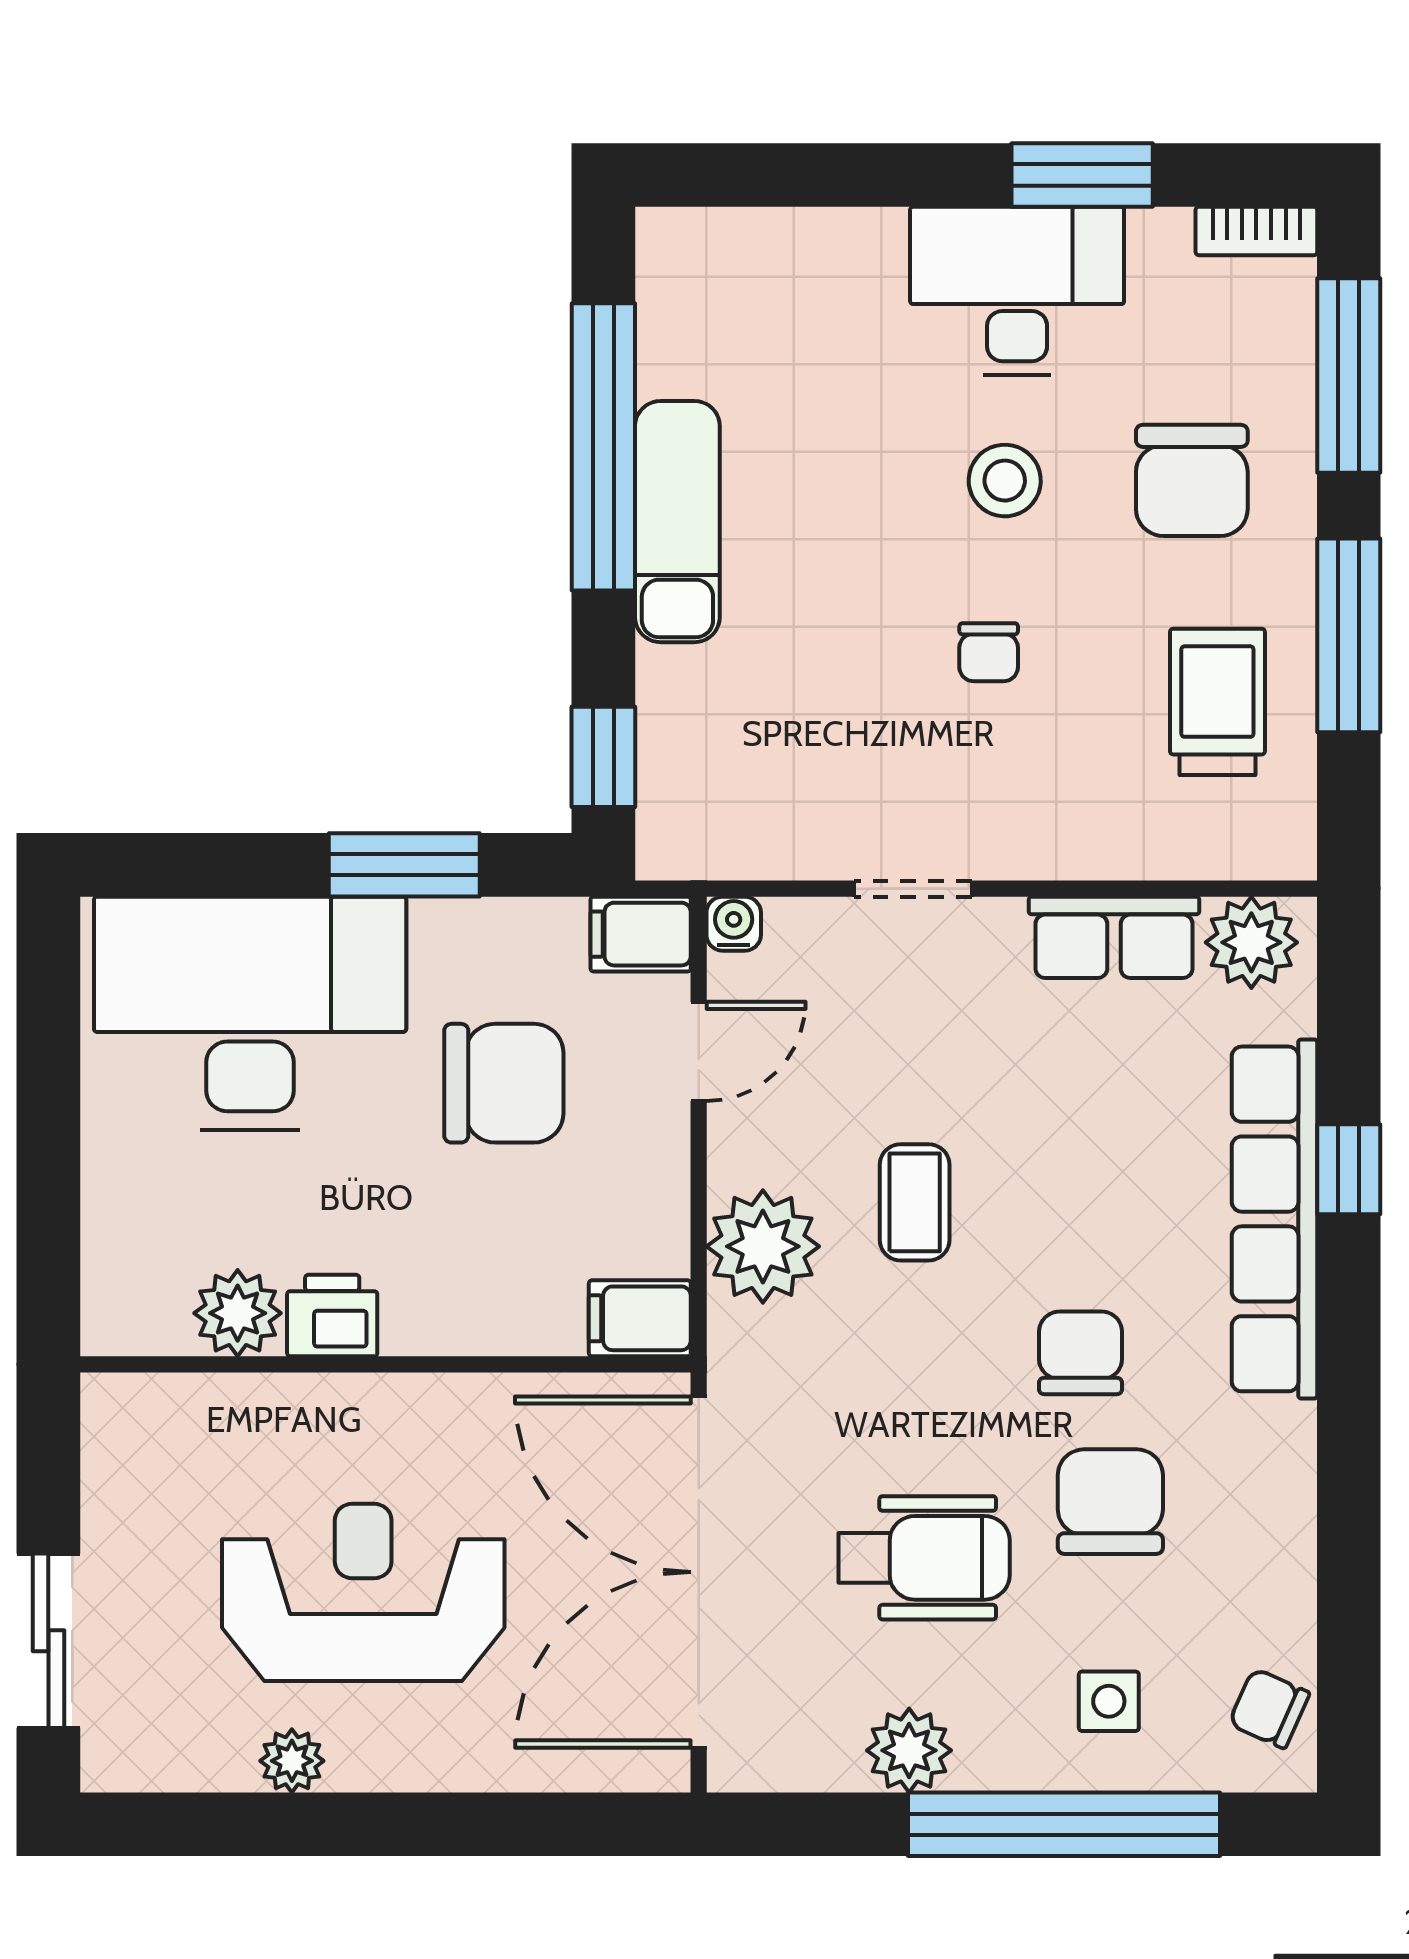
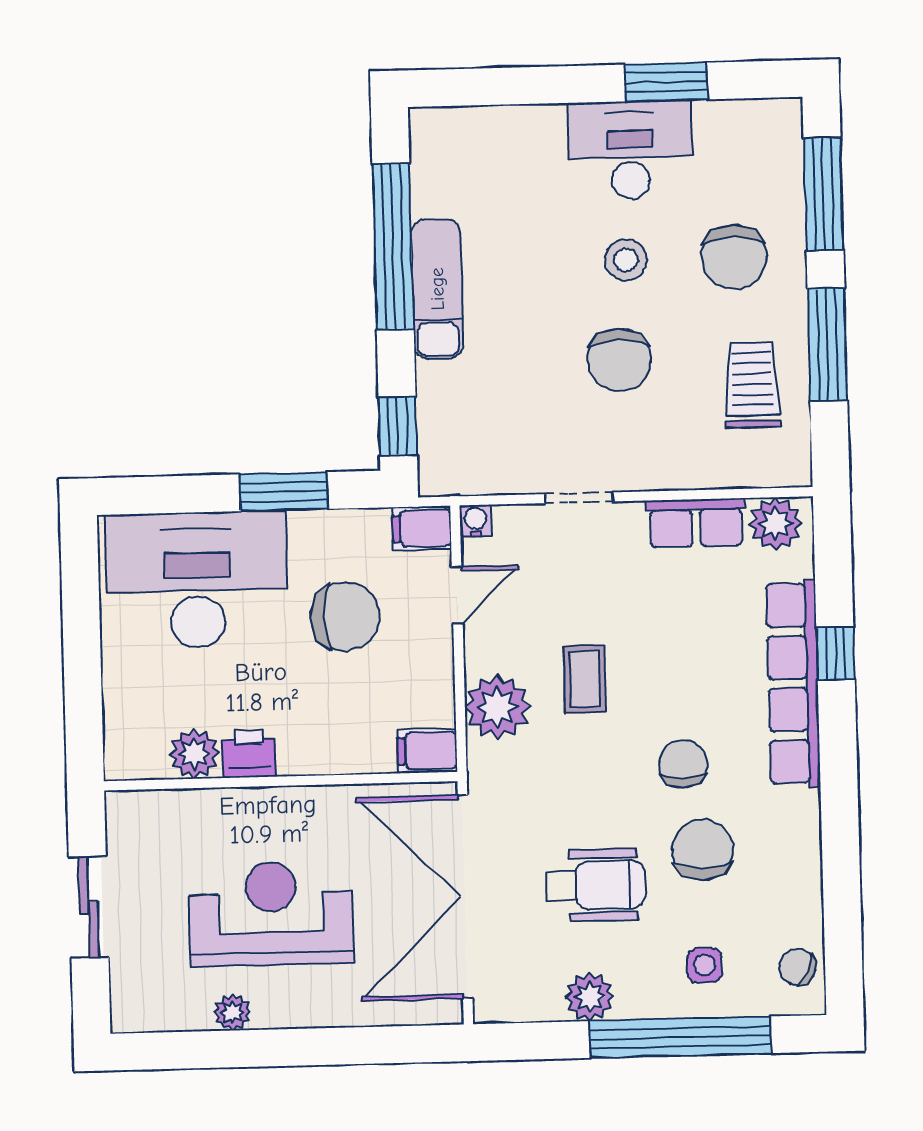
bookcase: (1256, 231) -> (768, 112), removed
chair: (989, 652) -> (619, 360), width x1.87, depth x1.87
sliding door: (48, 1641) -> (89, 907), moved

